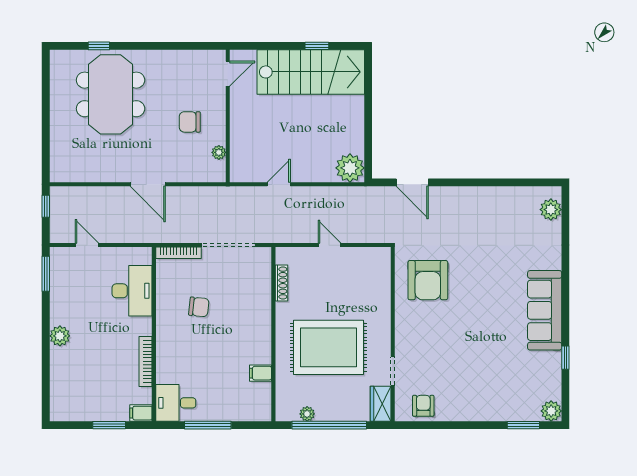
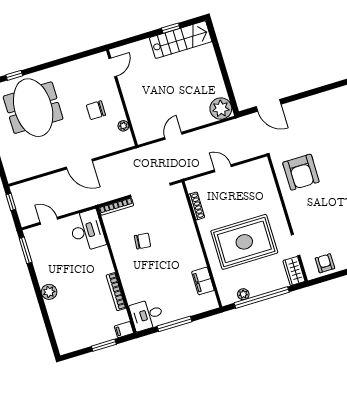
stairs: (311, 72) -> (181, 40), width x0.73, depth x0.66
desk: (132, 291) -> (87, 231), moved
filing cabinet: (261, 373) -> (203, 281), width x2.00

